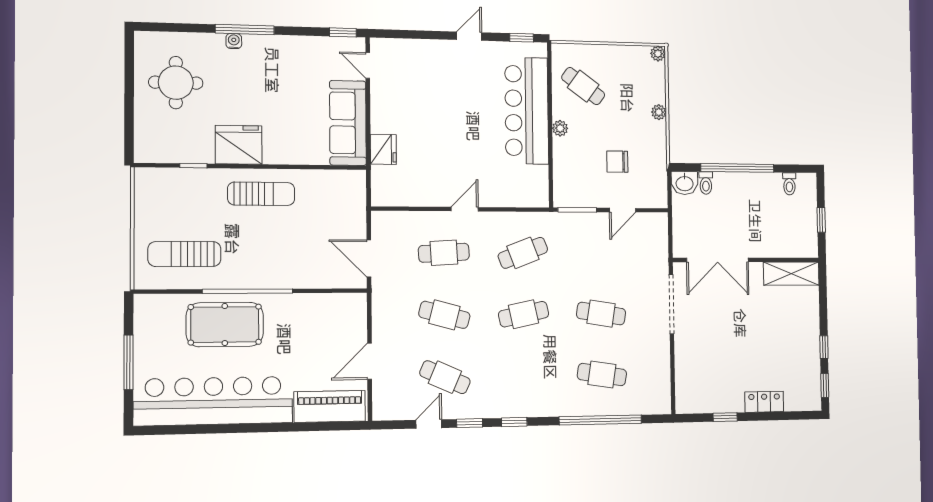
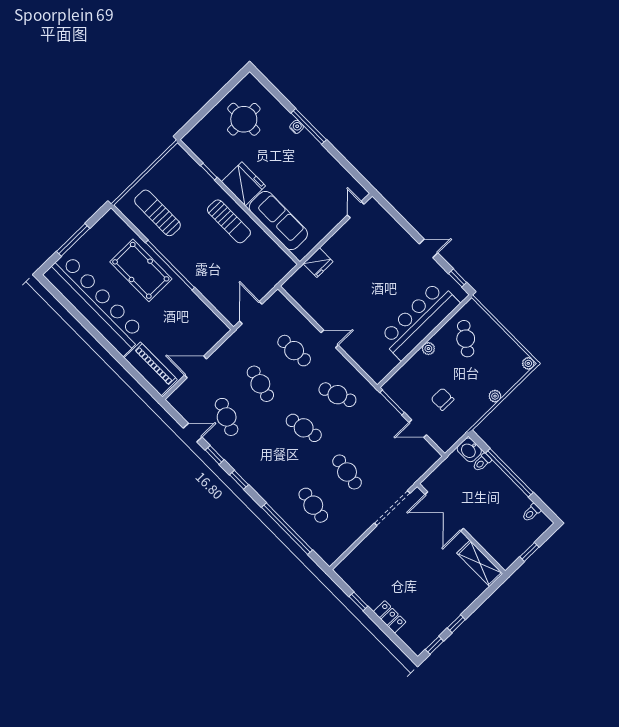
window: (343, 32) -> (360, 179), removed
sofa: (348, 123) -> (278, 221), moved, turned 90

